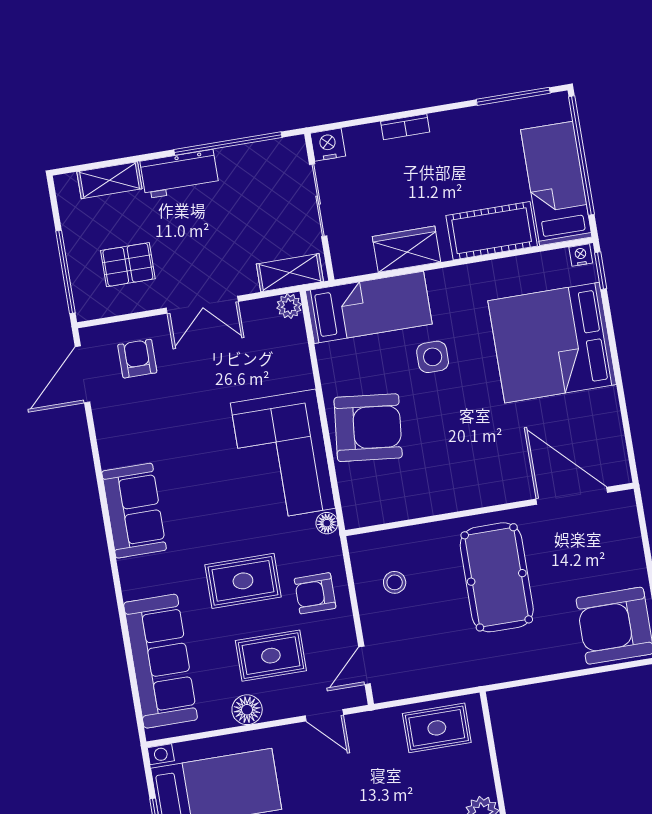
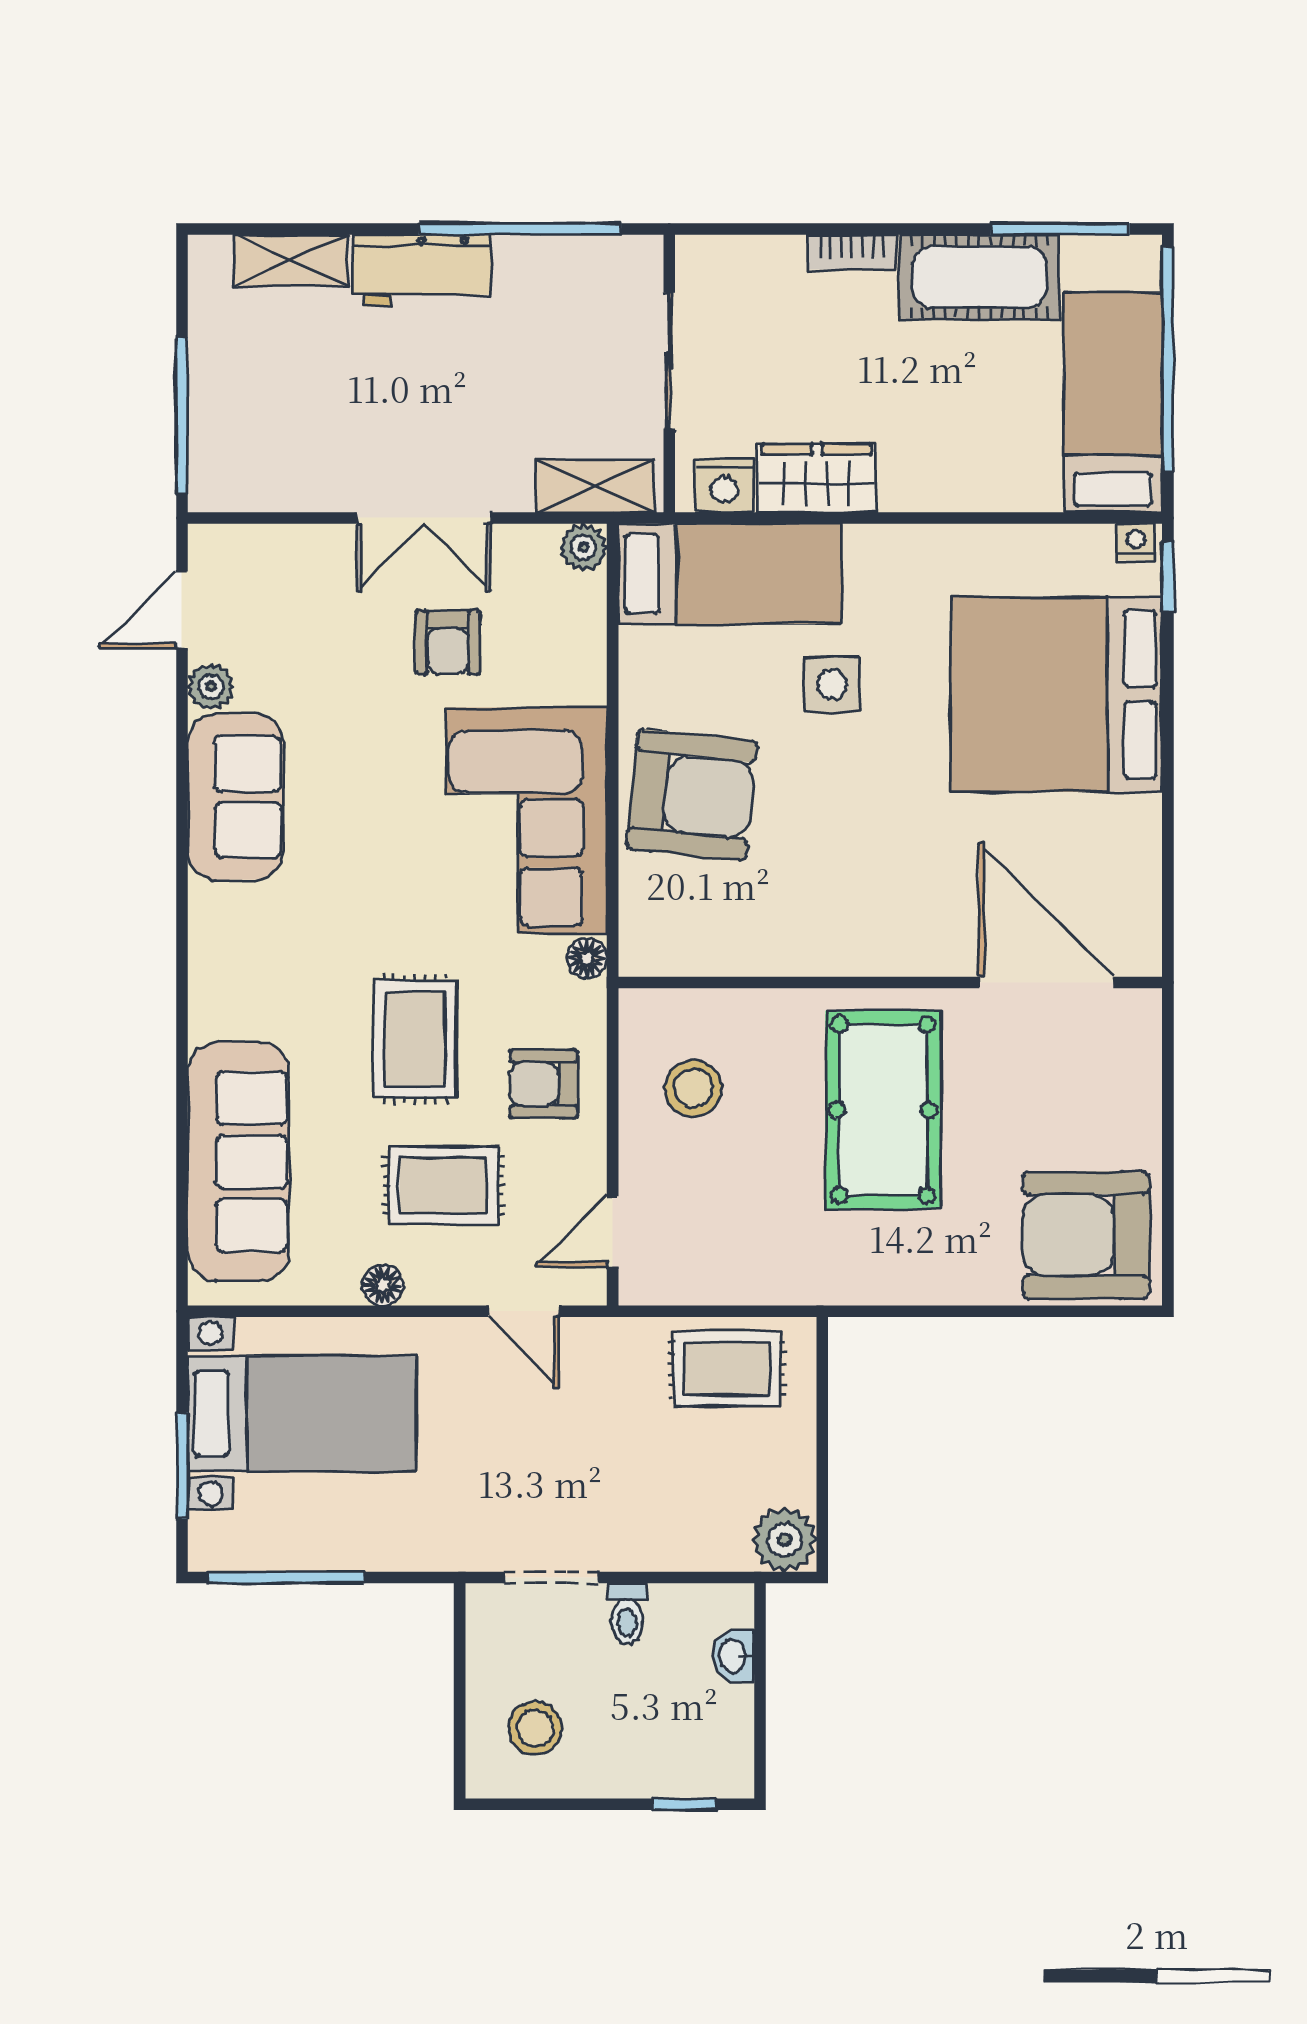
nightstand: (328, 145) -> (724, 485), moved, turned 180
cot: (492, 231) -> (979, 277), moved
pallet: (128, 265) -> (299, 422), removed
armchair: (137, 359) -> (448, 642), moved, turned 180
door: (82, 374) -> (182, 610), width x0.73
plant: (104, 412) -> (211, 687), added
sofa: (134, 511) -> (235, 797), moved
rug: (243, 581) -> (415, 1039), turned 90
stool: (395, 582) -> (693, 1088), width x1.37, depth x1.37
floor lamp: (247, 710) -> (383, 1285), width x0.73, depth x0.73

